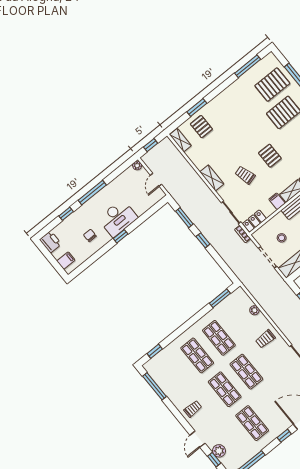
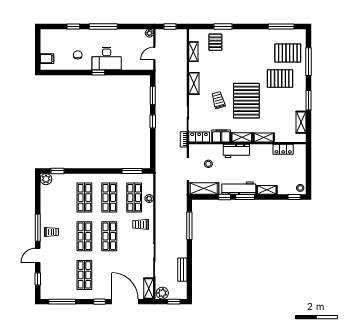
shelving: (180, 140) -> (193, 52), moved
pallet: (270, 156) -> (246, 101), width x2.05, depth x2.00
filing cabinet: (277, 201) -> (221, 136), width x2.00
printer: (50, 242) -> (47, 37), removed
shop shelf: (241, 320) -> (134, 198), added
window: (155, 386) -> (38, 228), moved
plant: (219, 451) -> (46, 179), moved

